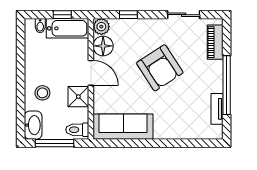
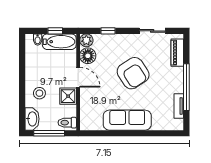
sofa: (123, 127) -> (127, 120), moved

